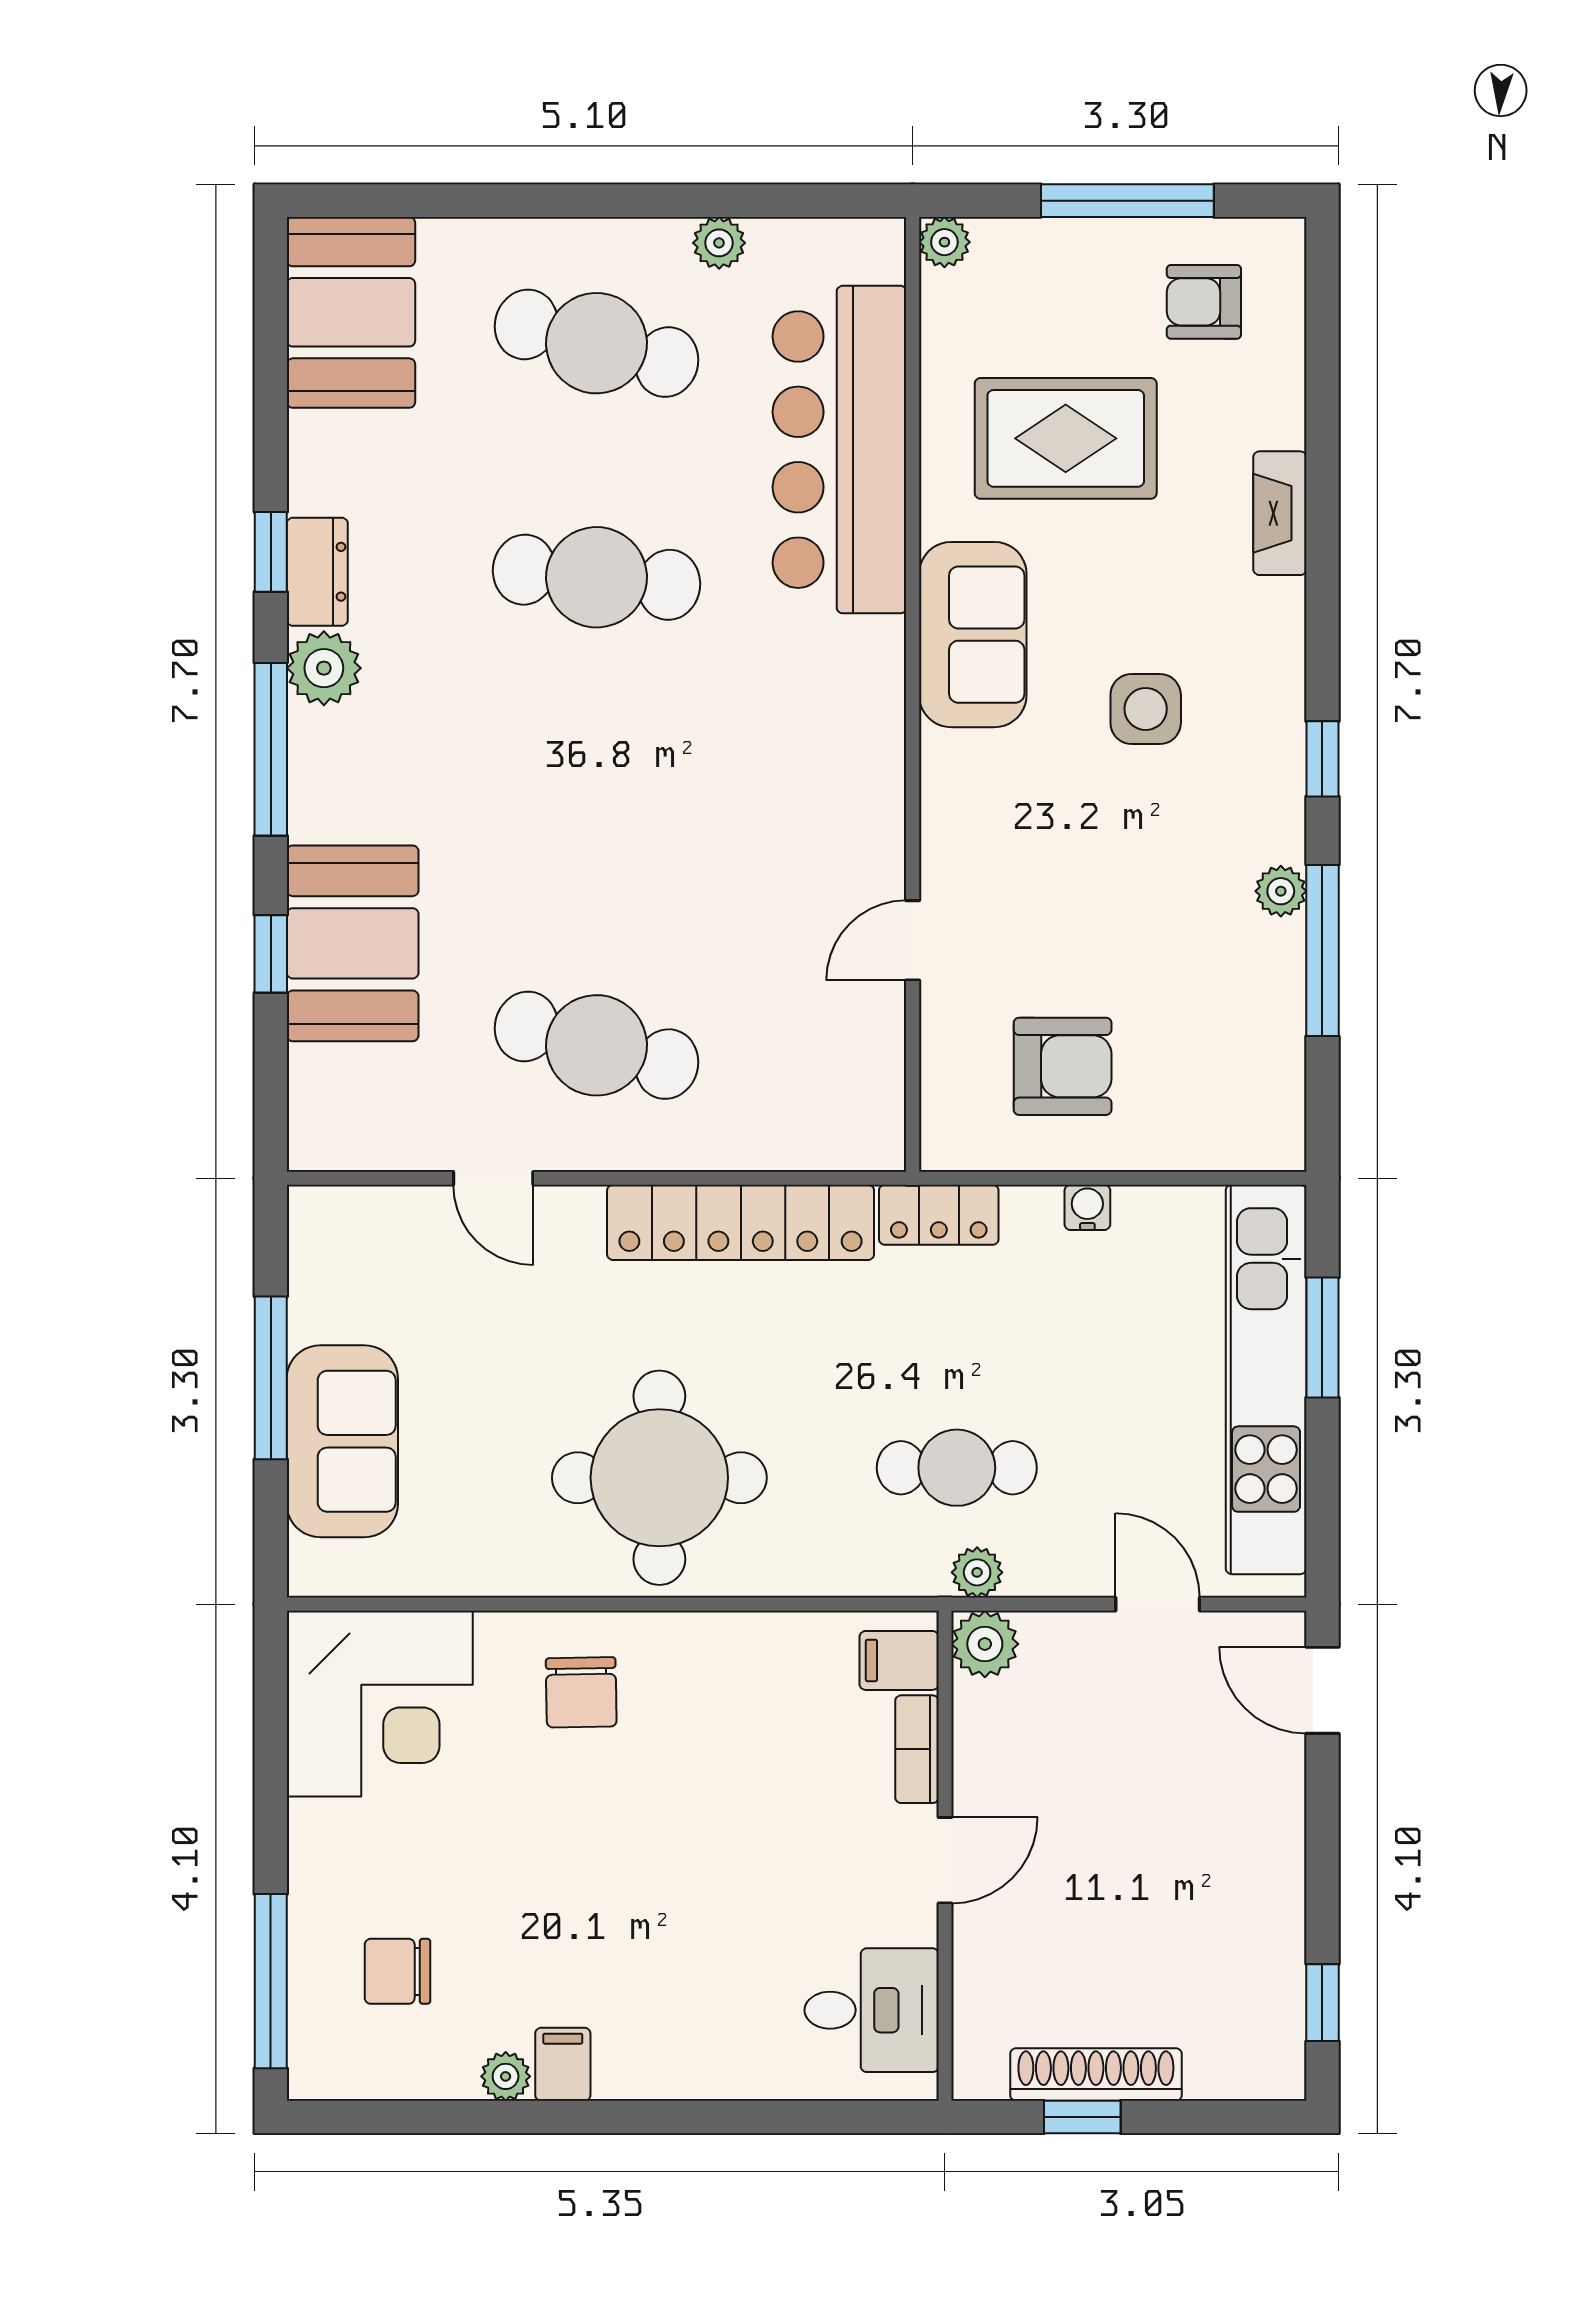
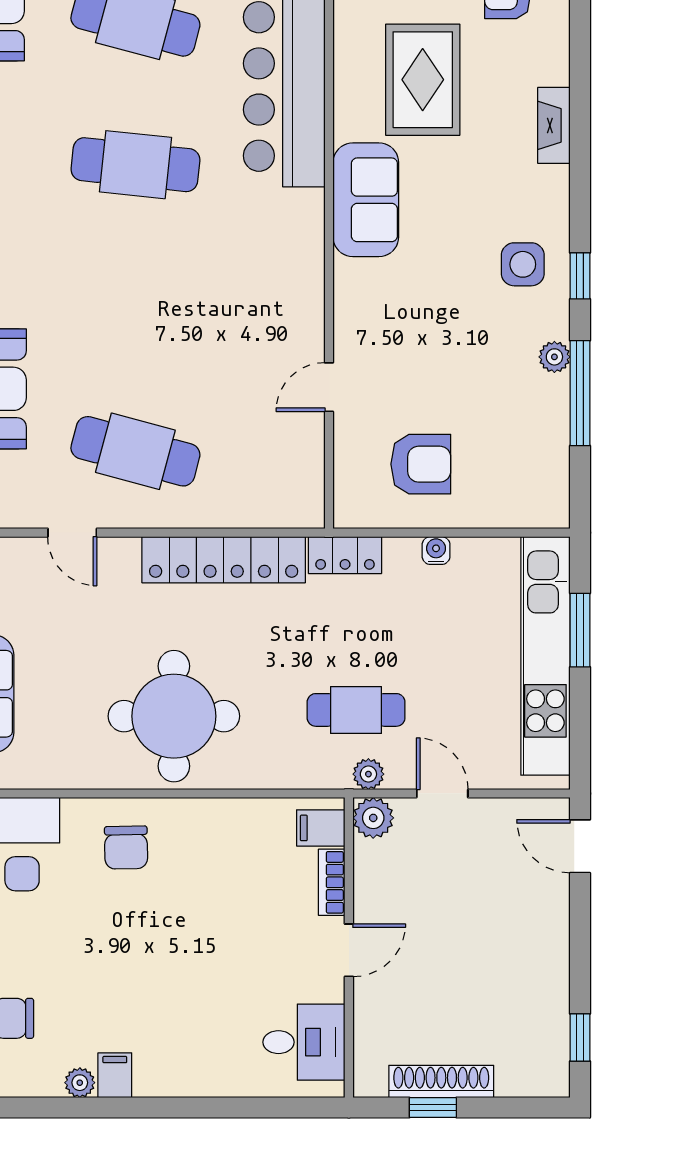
rug: (1066, 438) -> (423, 80), turned 90
side table: (1146, 709) -> (523, 264), moved
door: (1158, 1604) -> (442, 793), moved

